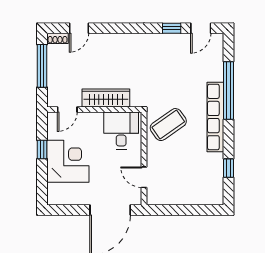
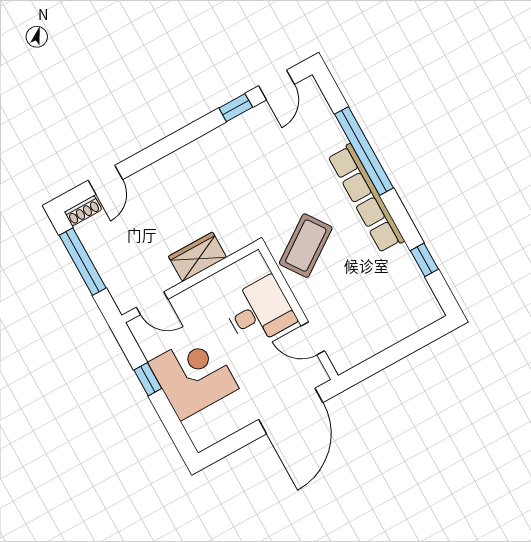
wardrobe: (106, 98) -> (197, 257), width x0.67
door: (67, 110) -> (152, 303), hinge flipped
desk: (121, 130) -> (259, 311), moved, turned 90

